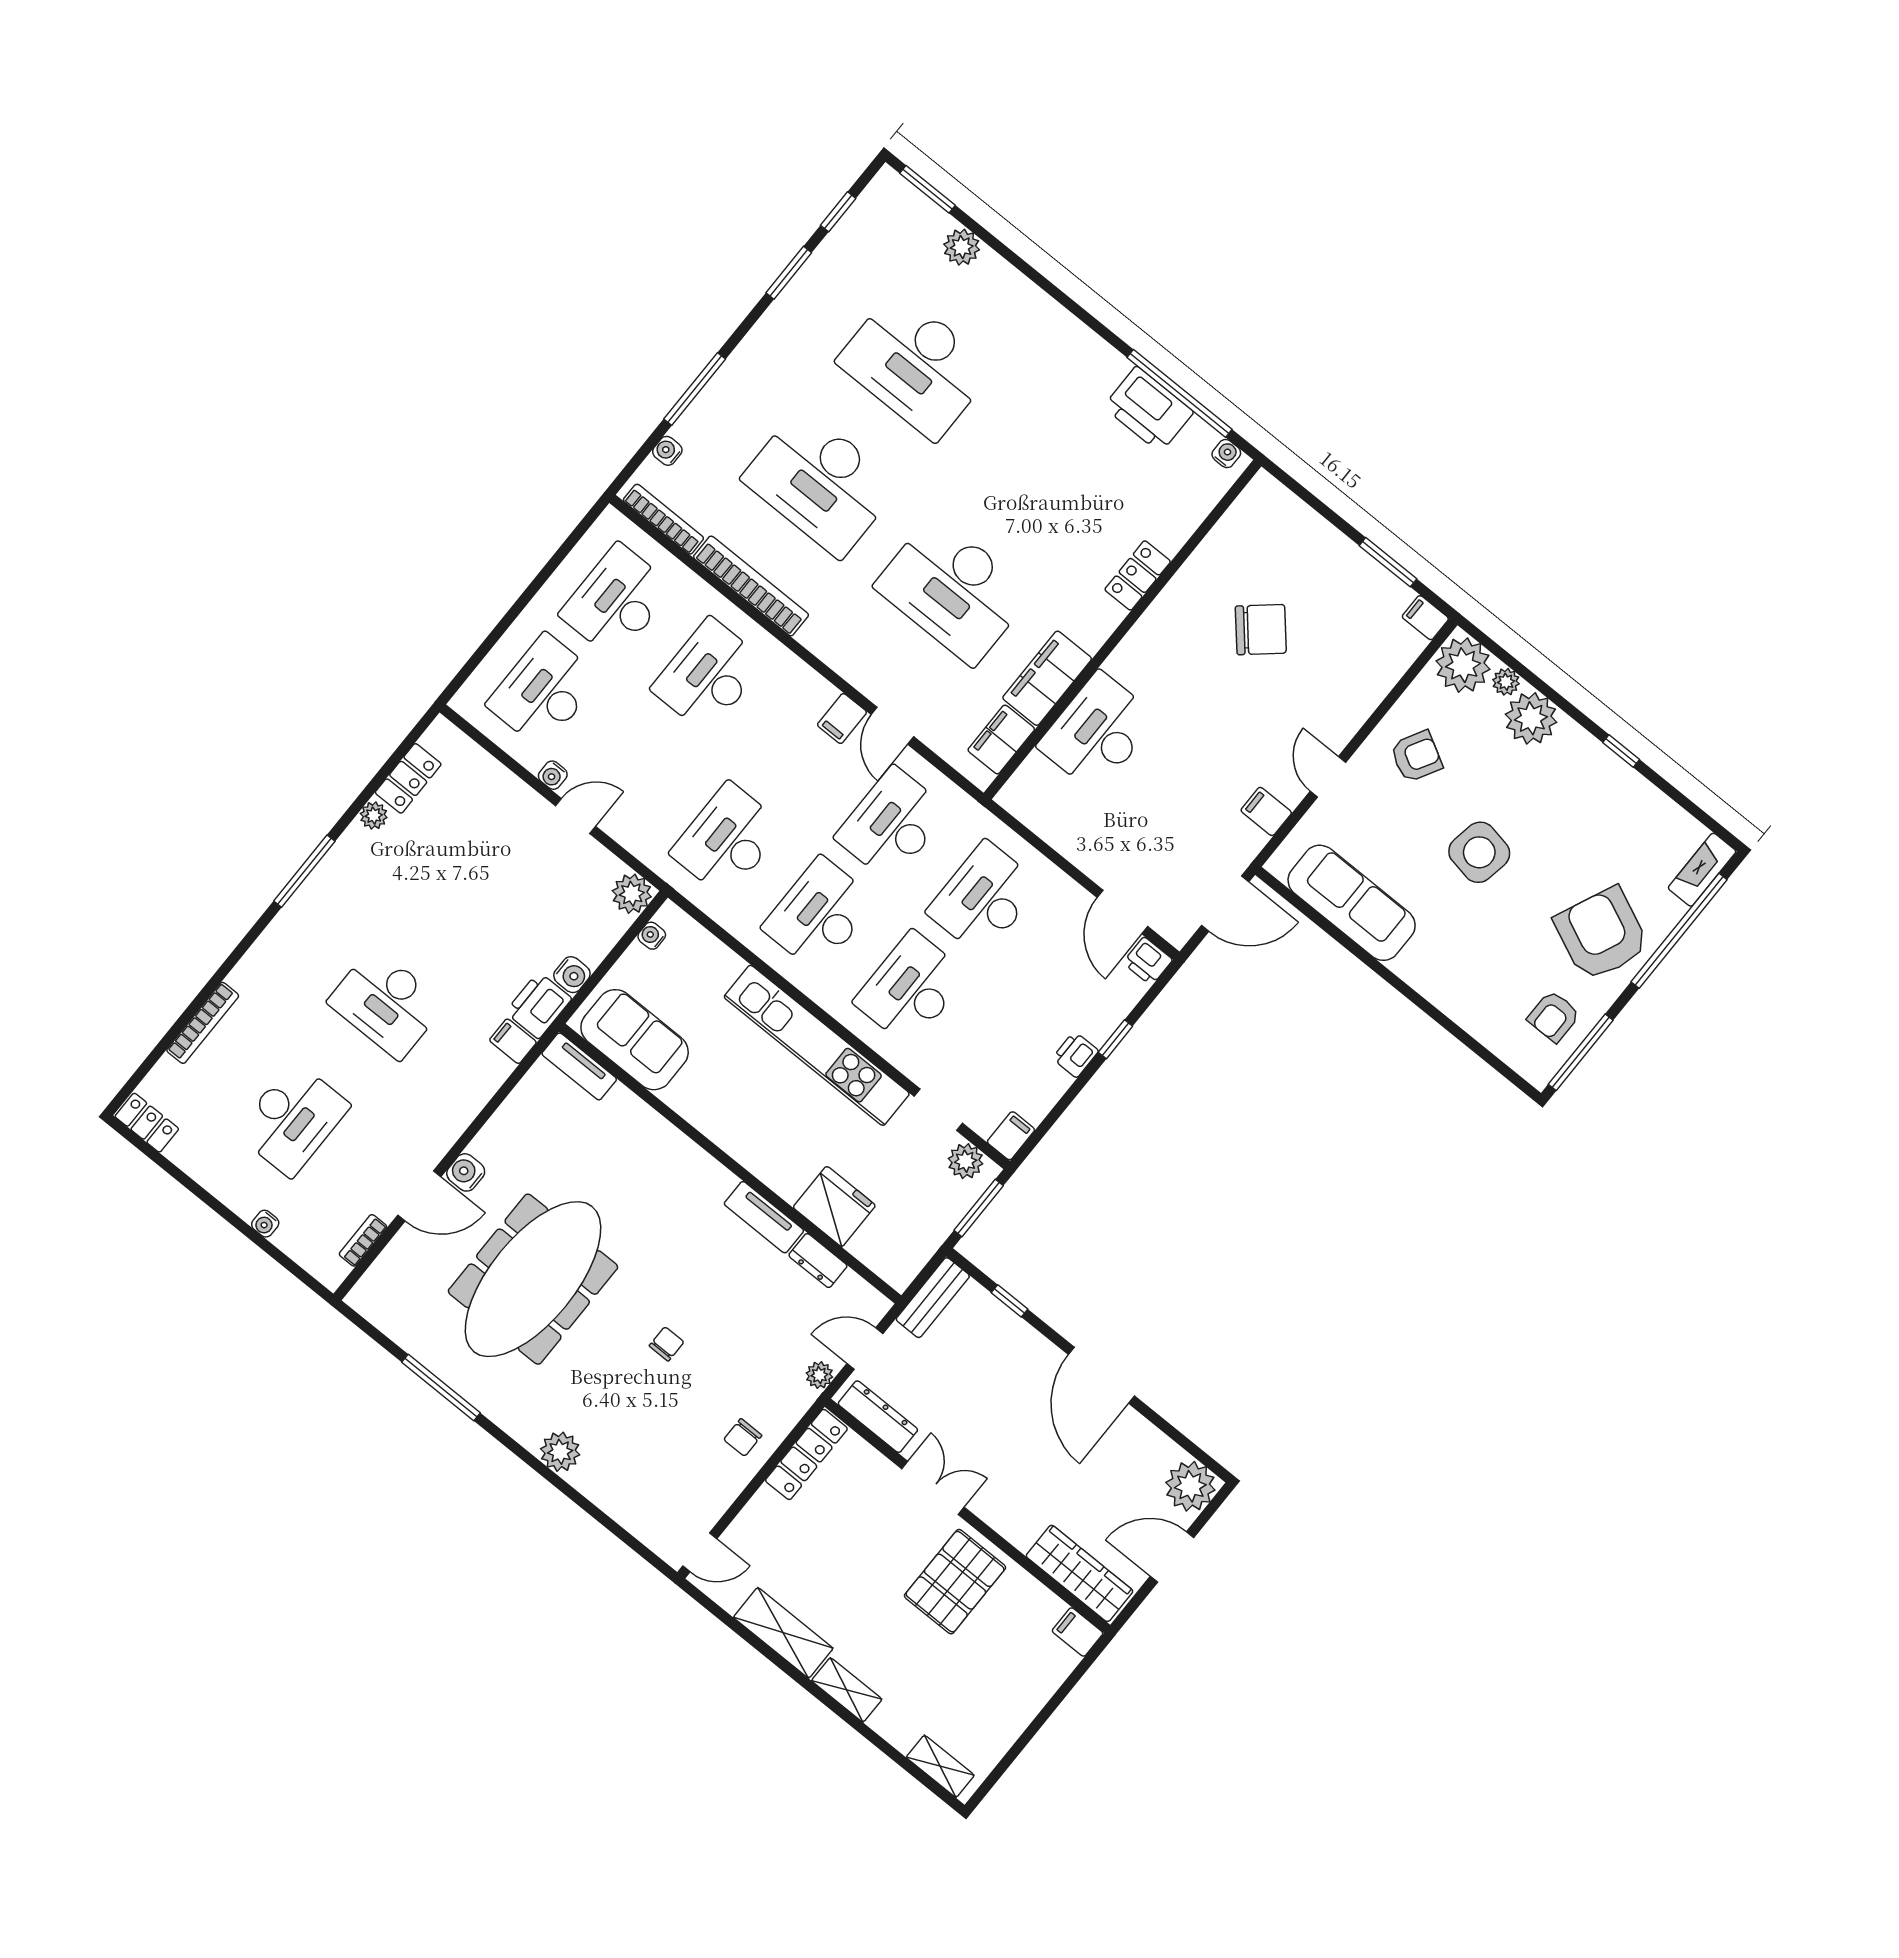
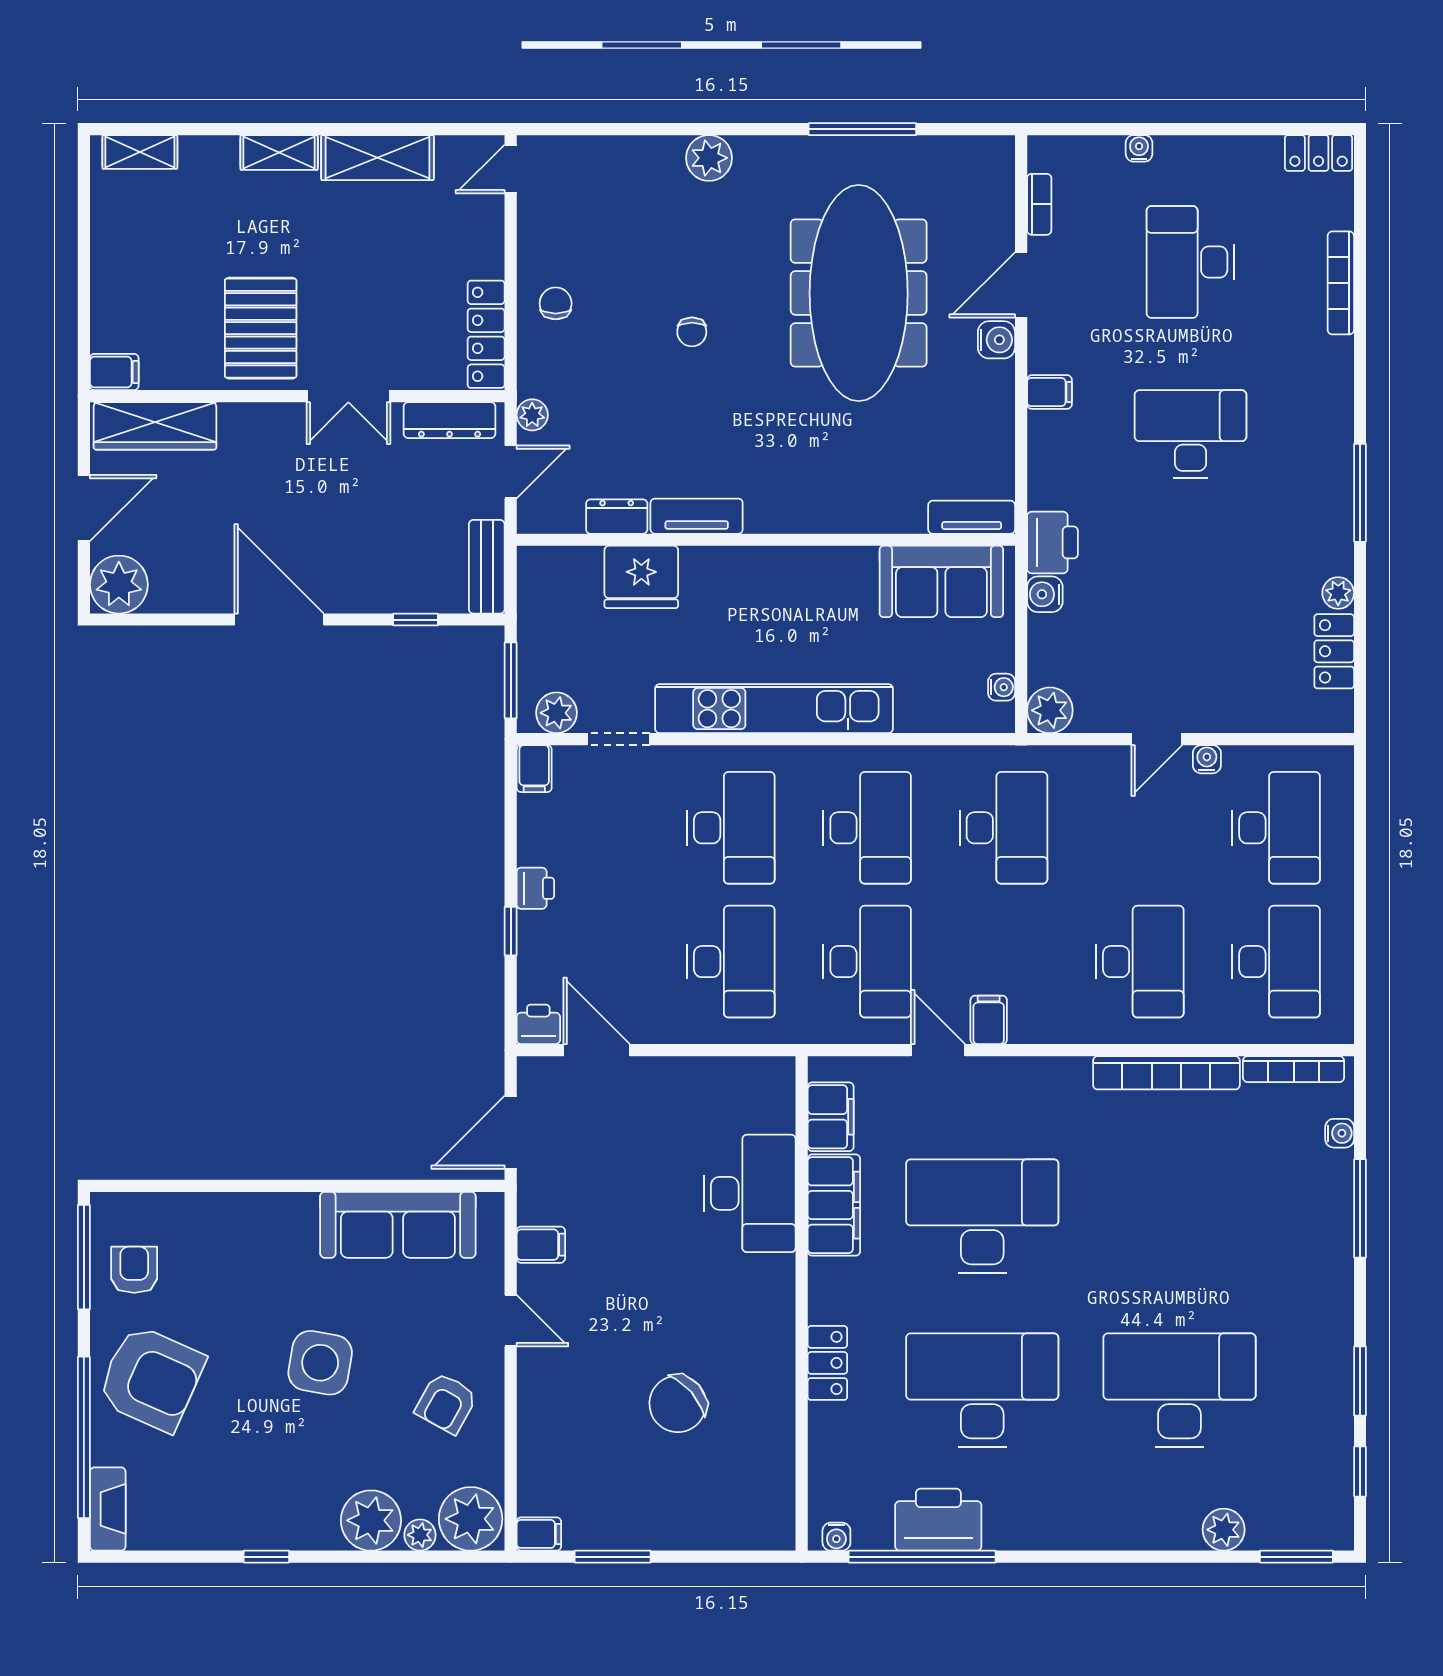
desk: (821, 482) -> (982, 1390), moved
filing cabinet: (513, 1041) -> (1049, 392), moved

